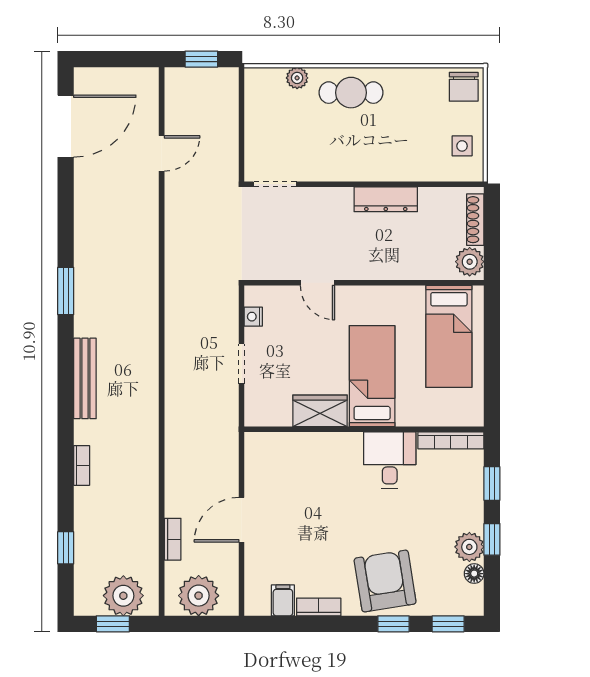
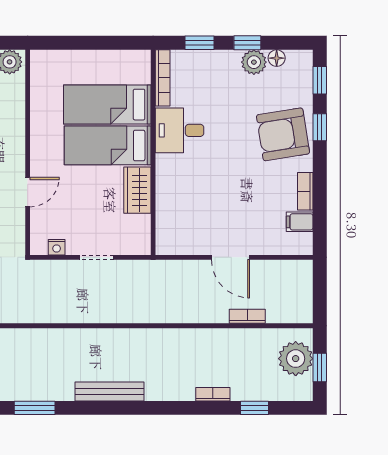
bed: (449, 336) -> (107, 105), moved, turned 180
bookcase: (82, 465) -> (213, 394), moved
plant: (199, 596) -> (296, 294), removed

